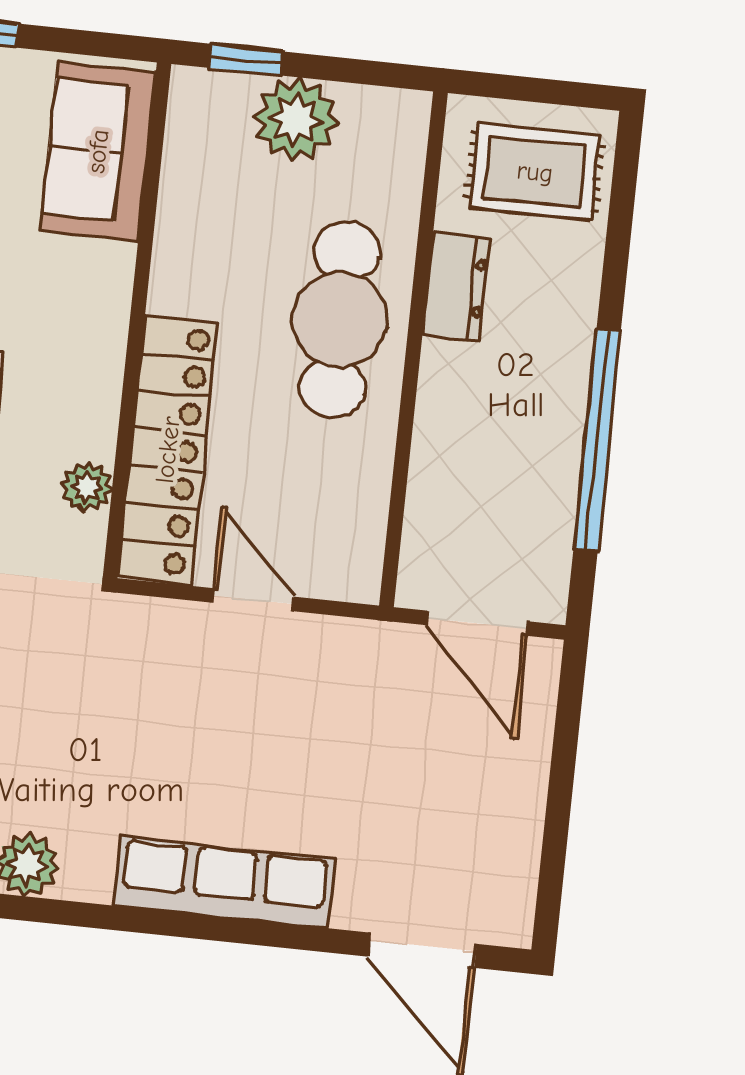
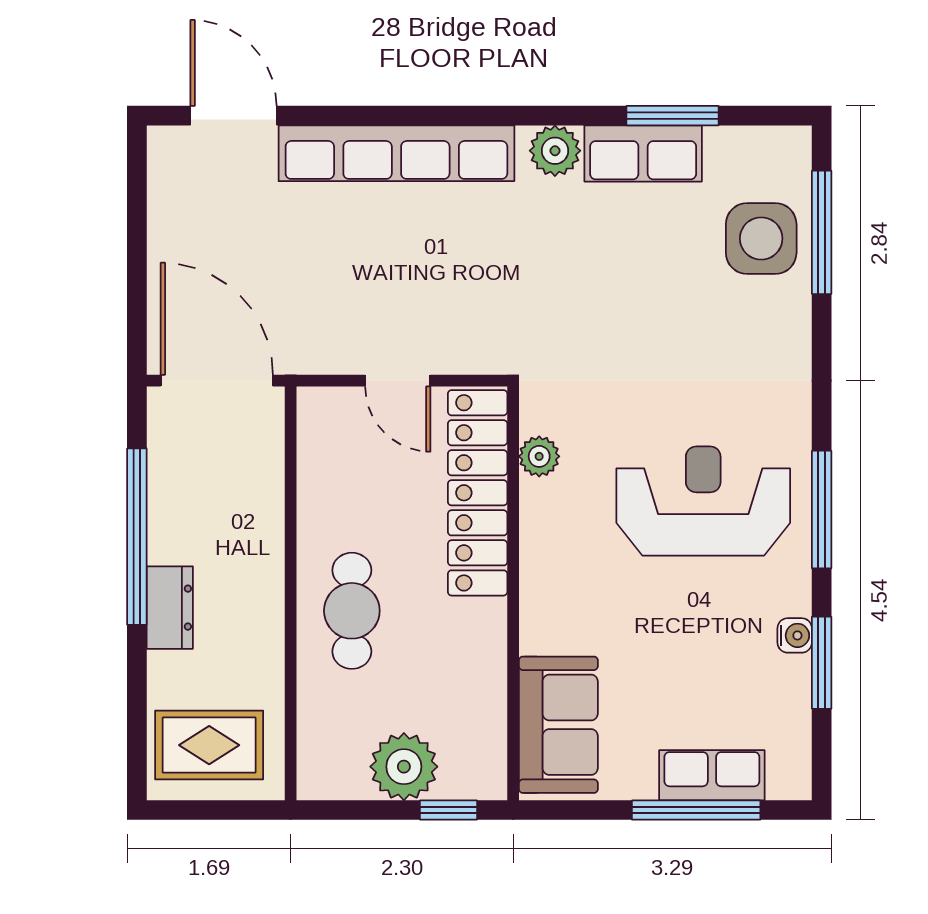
dresser: (456, 286) -> (170, 608), moved, turned 180
cafe table: (340, 320) -> (352, 611), width x0.73, depth x0.74
door: (477, 623) -> (217, 381), width x1.36
row of seats: (225, 882) -> (396, 153), width x1.36

